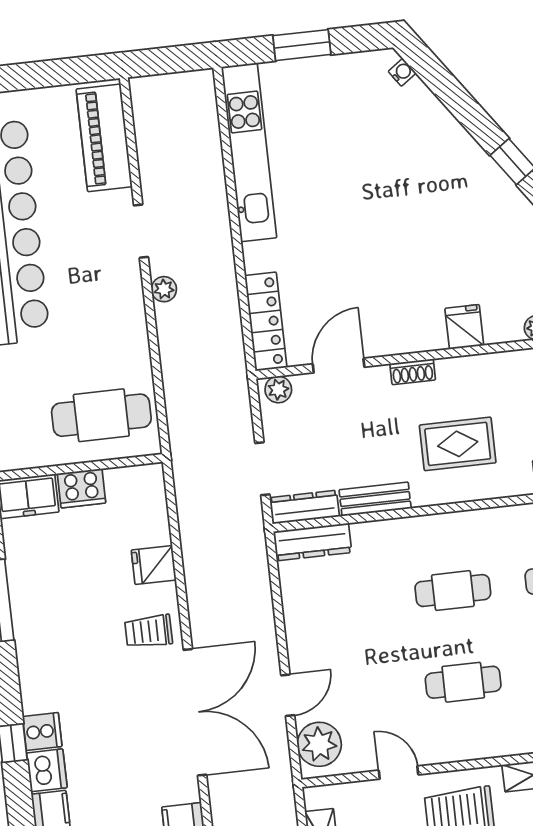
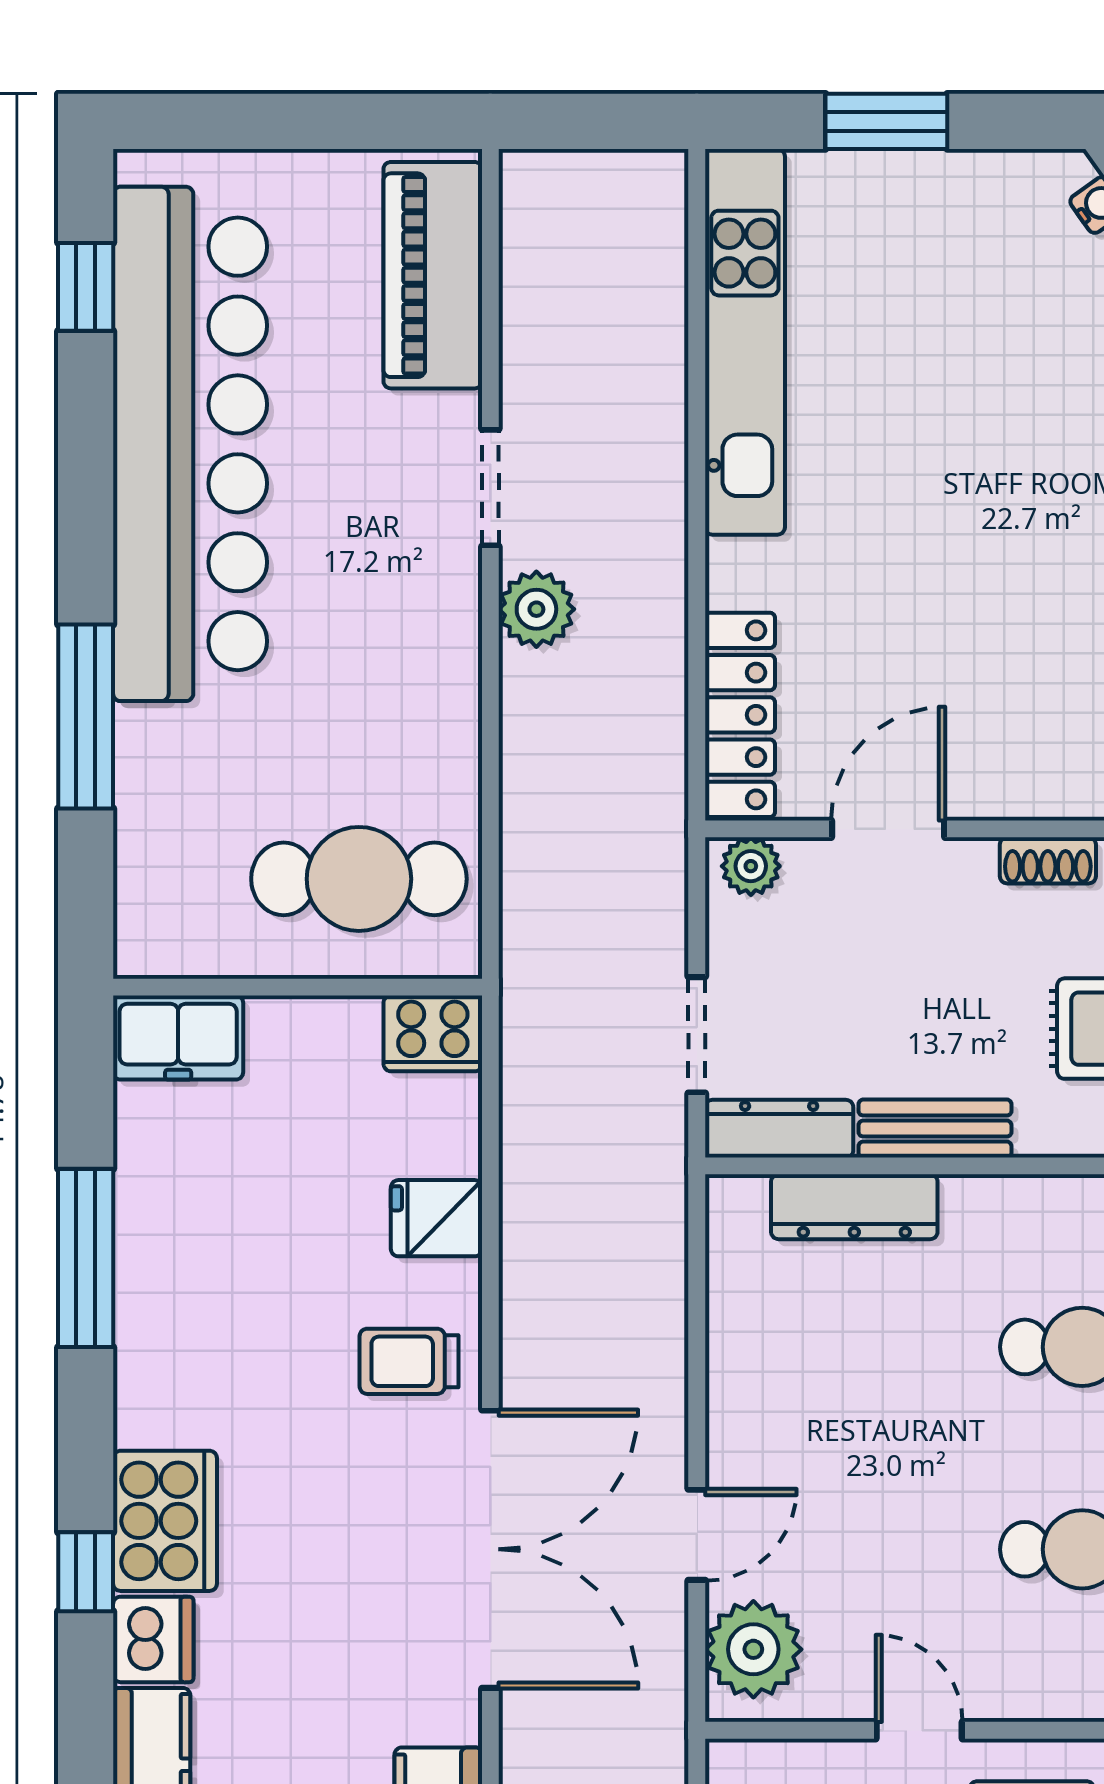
plant: (164, 289) -> (536, 609), width x1.38, depth x1.38
cooker: (81, 488) -> (433, 1033), moved
dresser: (313, 542) -> (854, 1207), moved
cooker: (42, 731) -> (165, 1521), width x1.87, depth x1.31

